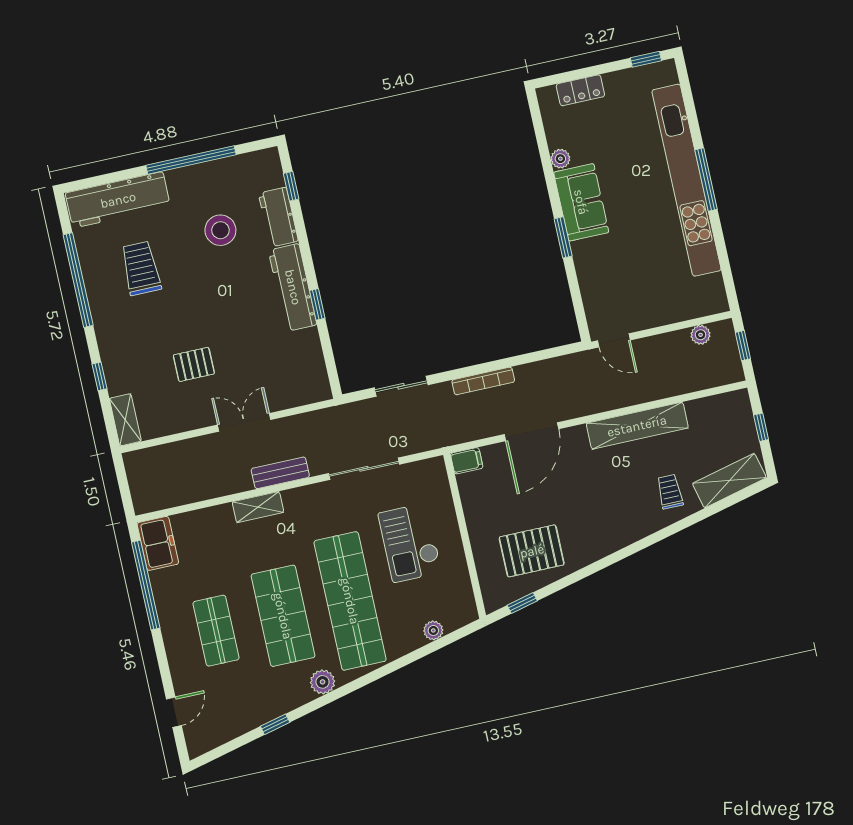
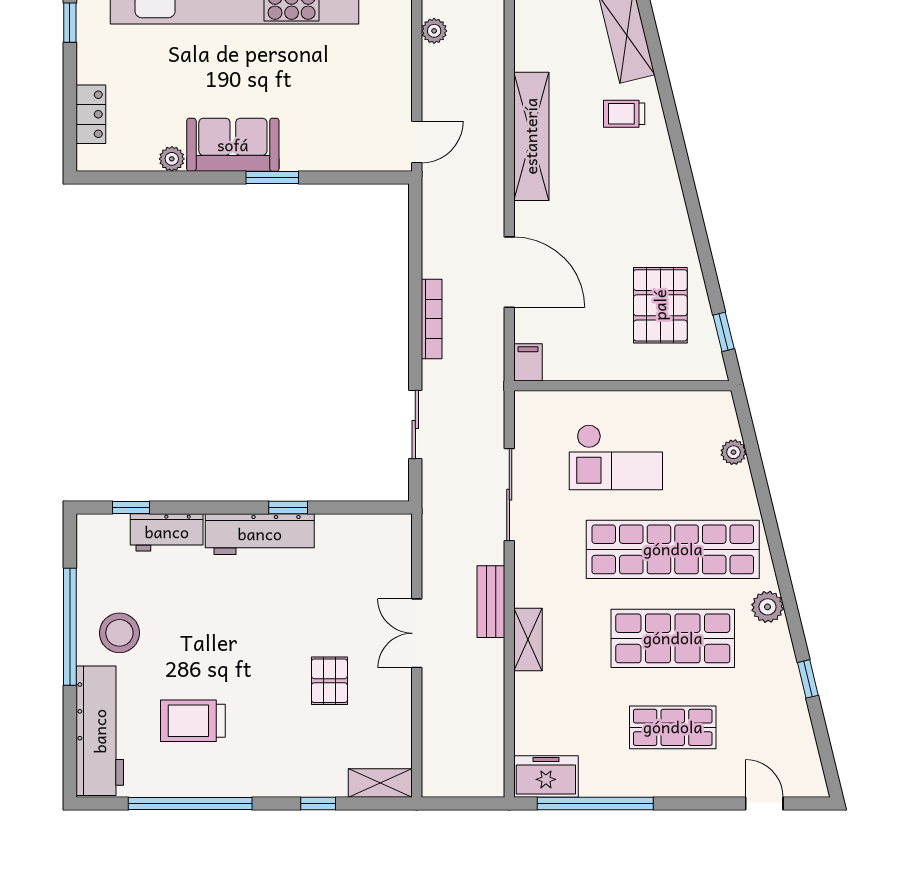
stool: (220, 230) -> (119, 633), moved

